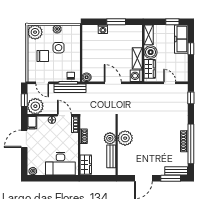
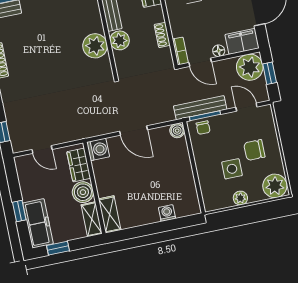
window: (116, 22) -> (148, 229), removed
shelving: (137, 58) -> (110, 214), moved
filing cabinet: (32, 123) -> (242, 41), width x2.00

